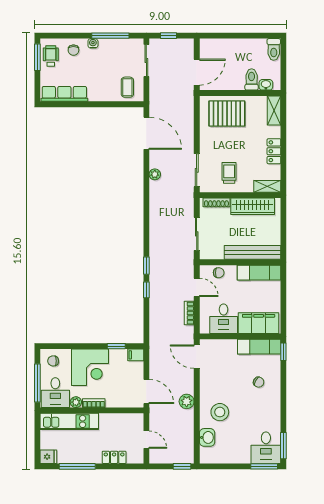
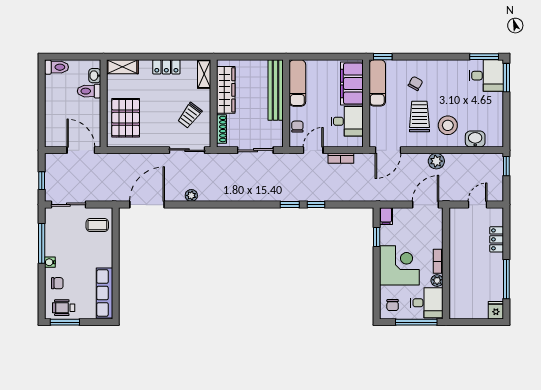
trolley: (229, 173) -> (190, 115), turned -53
trolley: (228, 386) -> (419, 116), added
kitchen unit: (69, 421) -> (458, 288), removed

